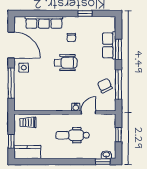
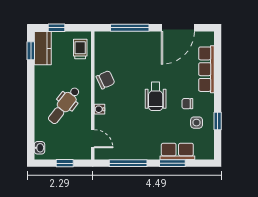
side table: (24, 68) -> (197, 123), moved
chair: (105, 86) -> (106, 80), moved
door: (88, 112) -> (93, 139), moved
dental chair: (73, 135) -> (64, 105), turned -142
window: (103, 162) -> (31, 51), moved

